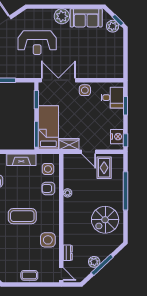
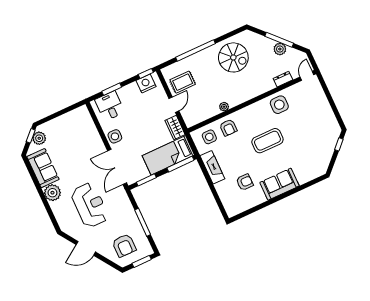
coffee table: (22, 216) -> (267, 141), turned 90
coffee table: (29, 275) -> (323, 107), removed

